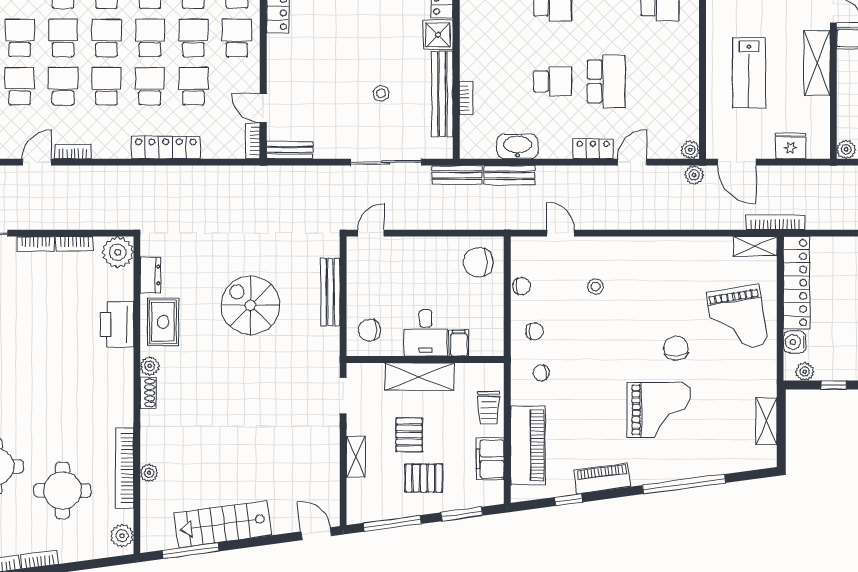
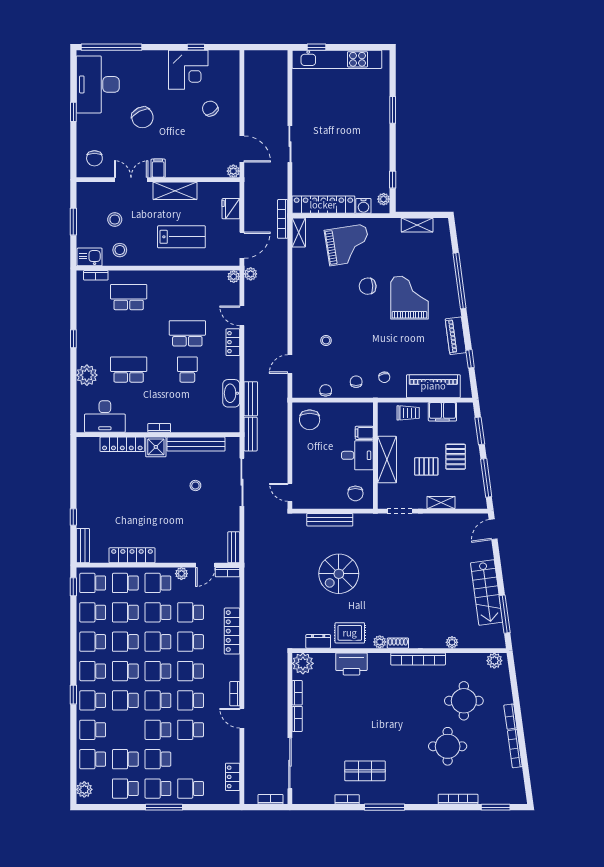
plant: (251, 73) -> (181, 574), added
bookcase: (466, 98) -> (159, 428), moved
bookcase: (124, 468) -> (418, 659), moved

